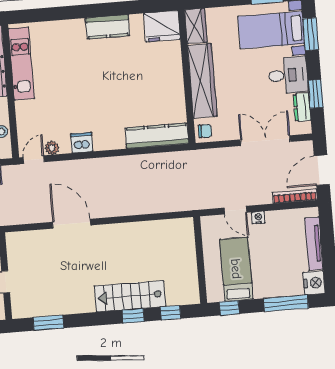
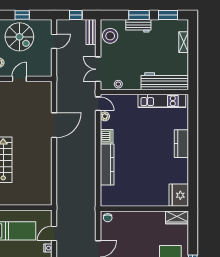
kitchen counter: (108, 27) -> (181, 144), moved
wardrobe: (202, 81) -> (141, 219), removed
kitchen counter: (157, 136) -> (107, 164), moved

